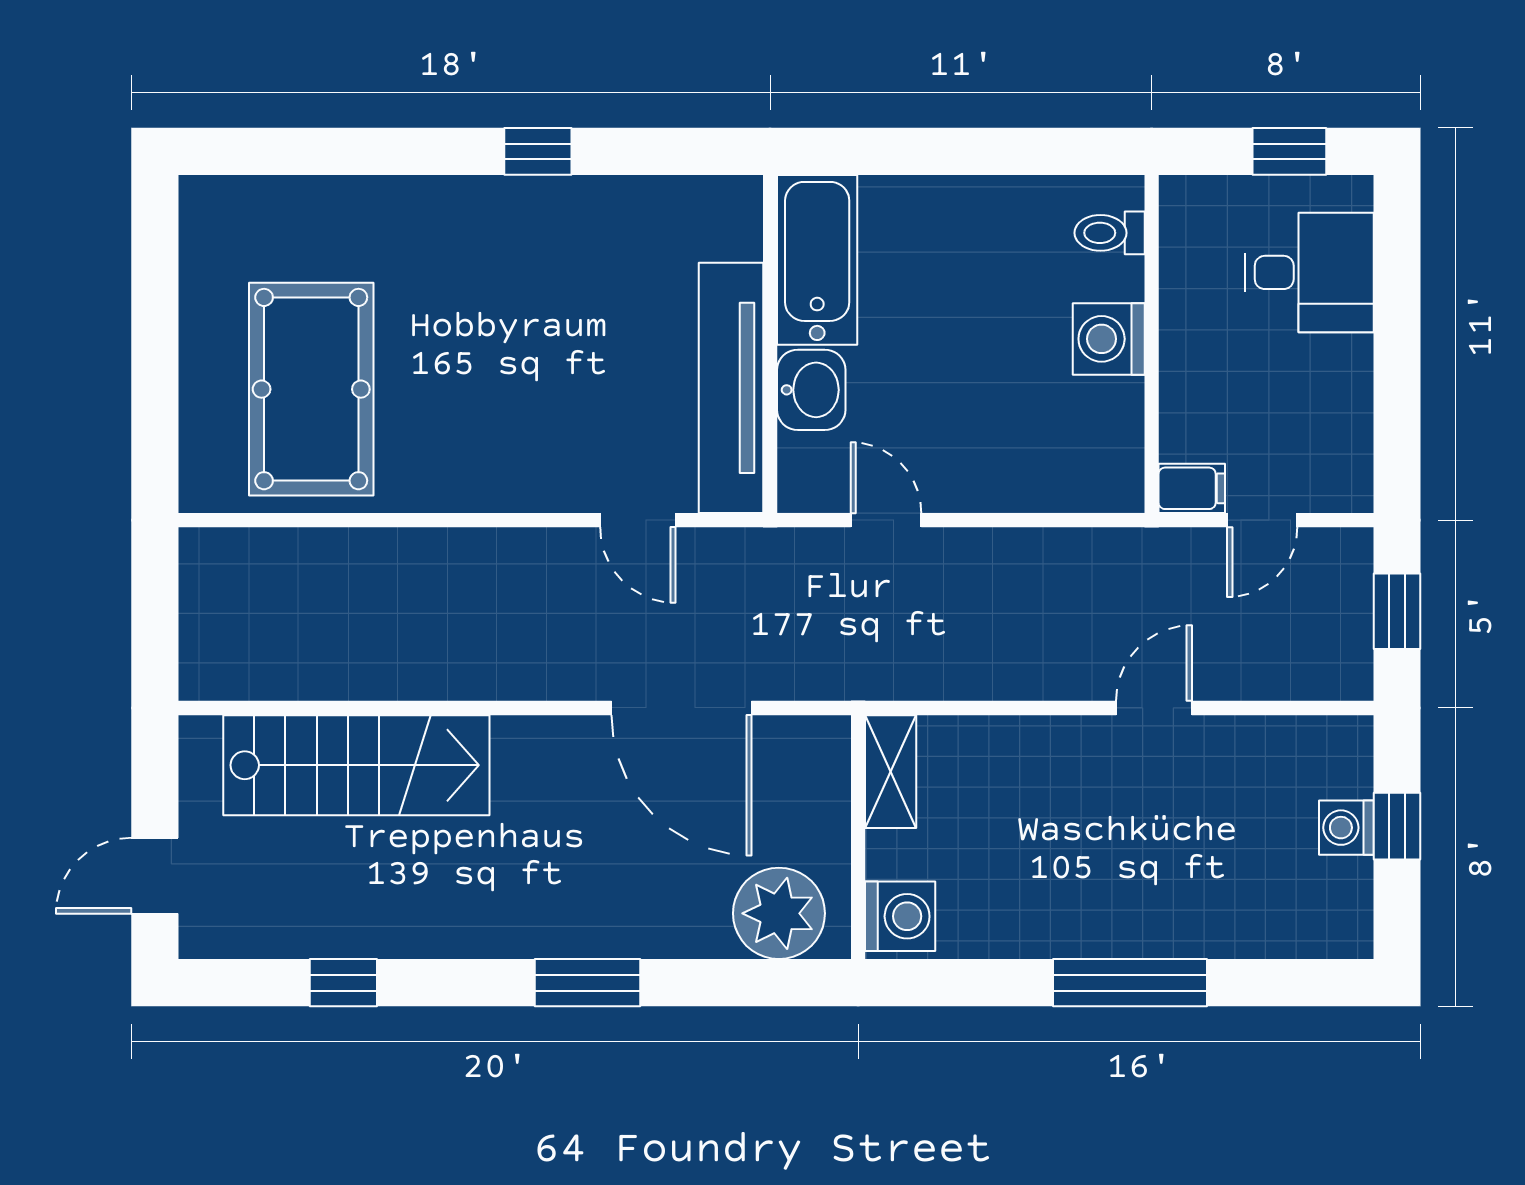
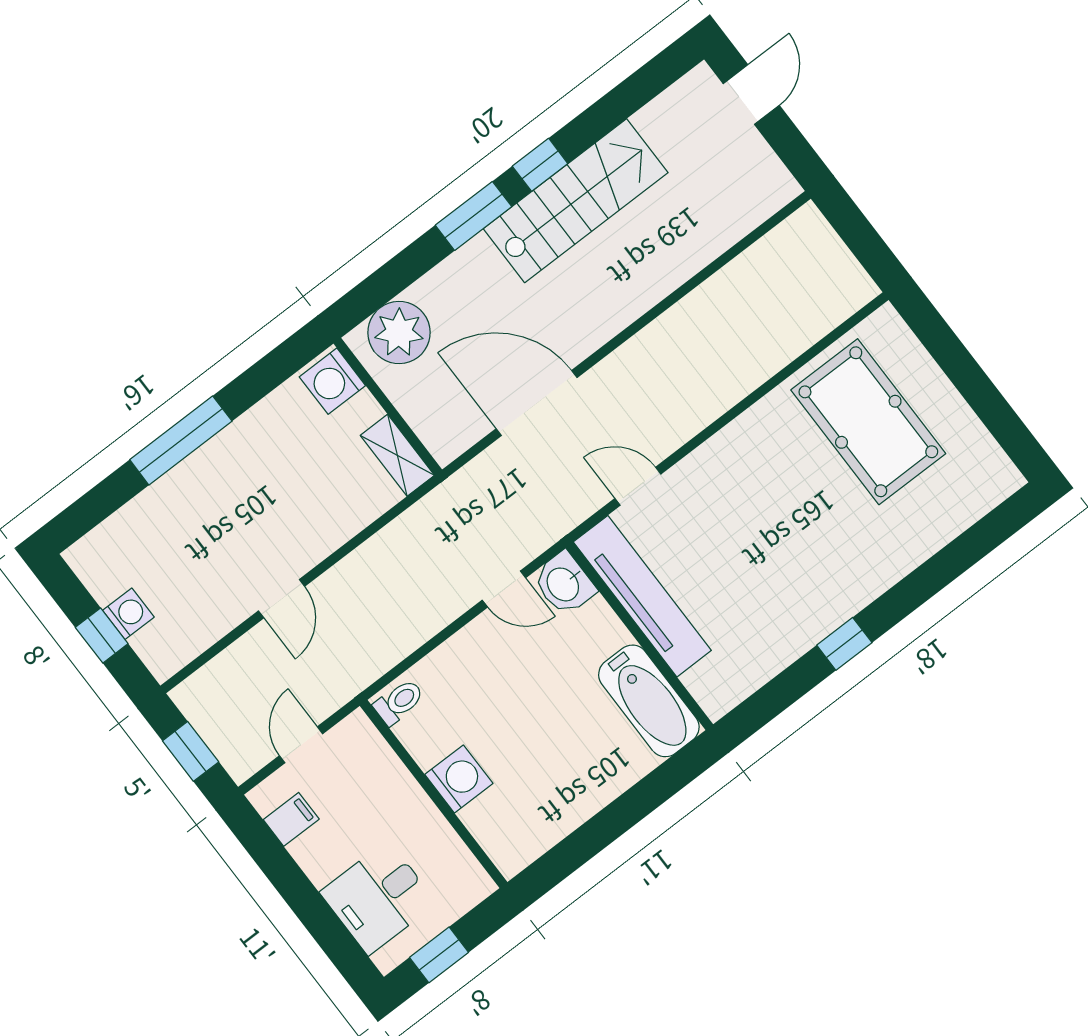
toilet: (1110, 233) -> (399, 702), moved
washbasin: (811, 390) -> (564, 584), moved
filing cabinet: (1192, 488) -> (291, 819), moved, turned 180
stairs: (356, 765) -> (576, 201), moved, turned 180
window: (343, 983) -> (540, 165), moved

